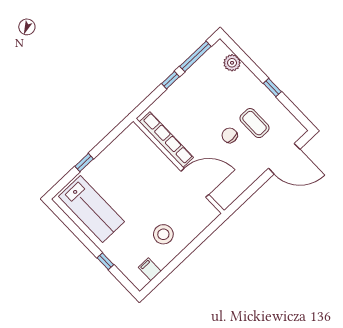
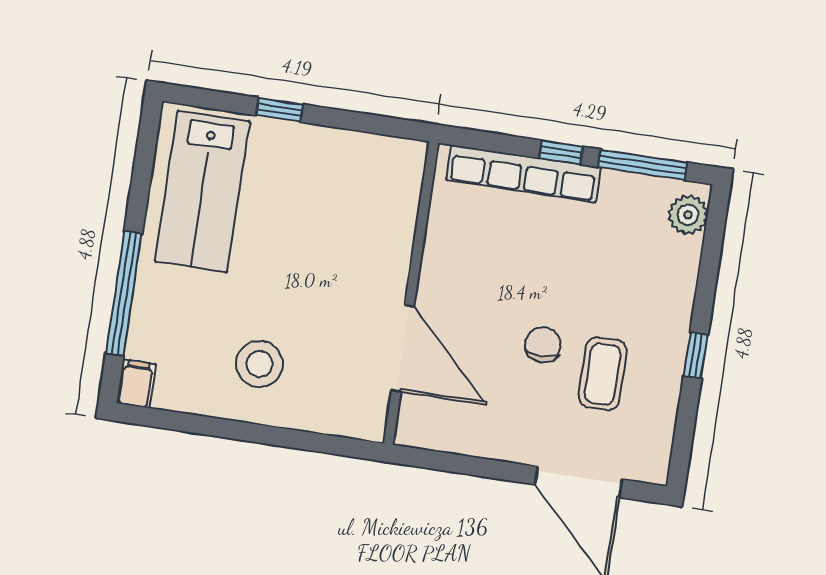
plant: (232, 63) -> (688, 215), moved
row of seats: (166, 140) -> (523, 174), moved, turned 90
window: (105, 261) -> (124, 294), width x3.17
filing cabinet: (150, 269) -> (136, 384), moved

